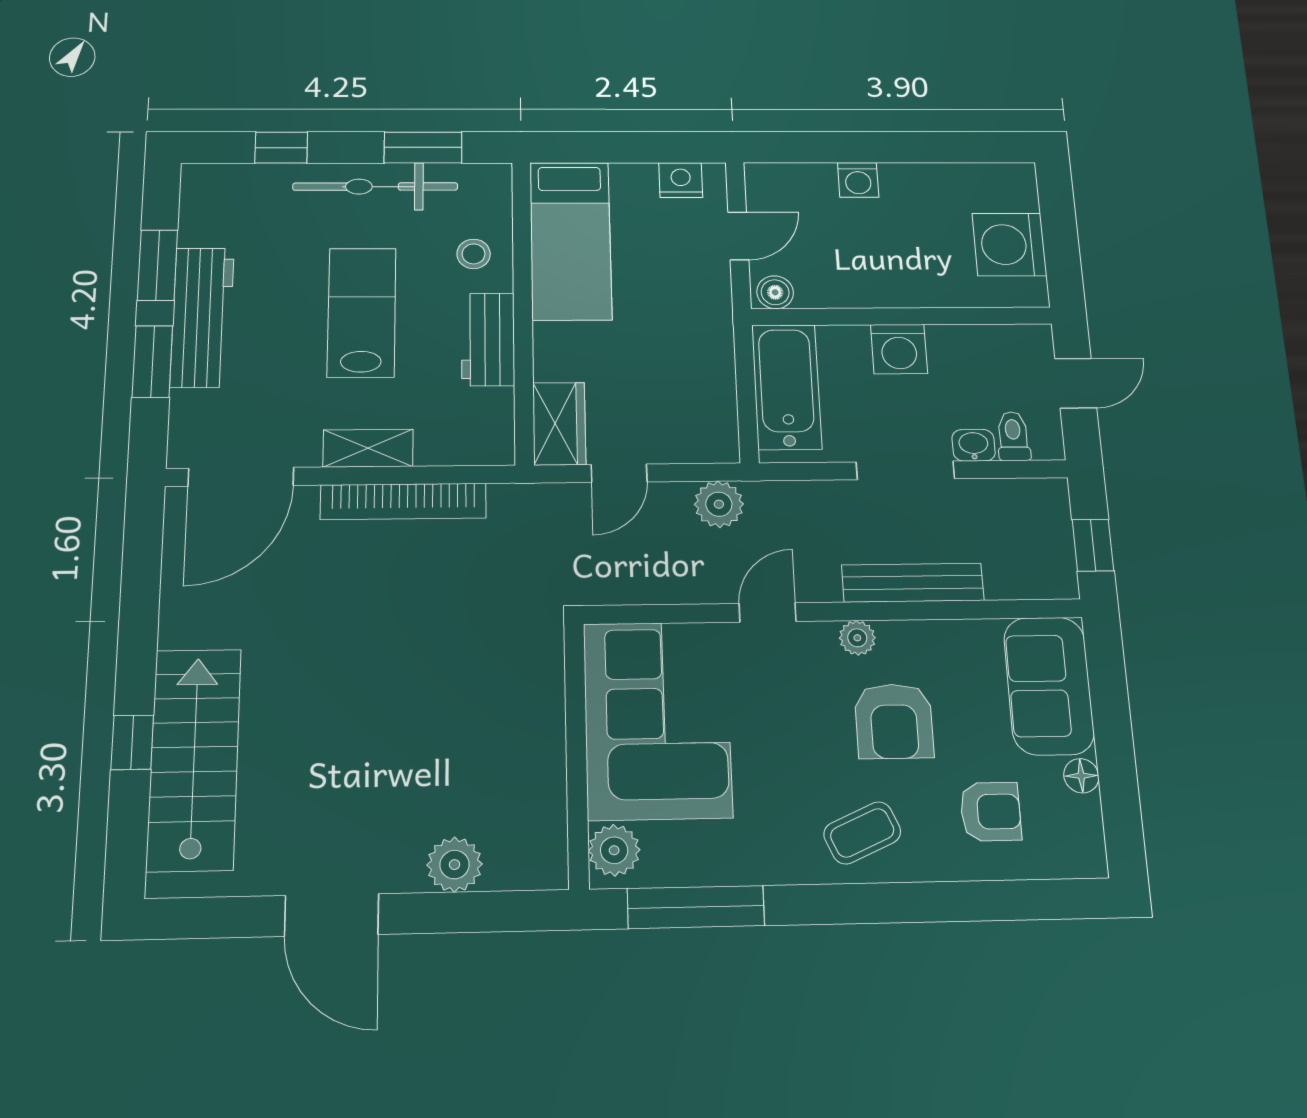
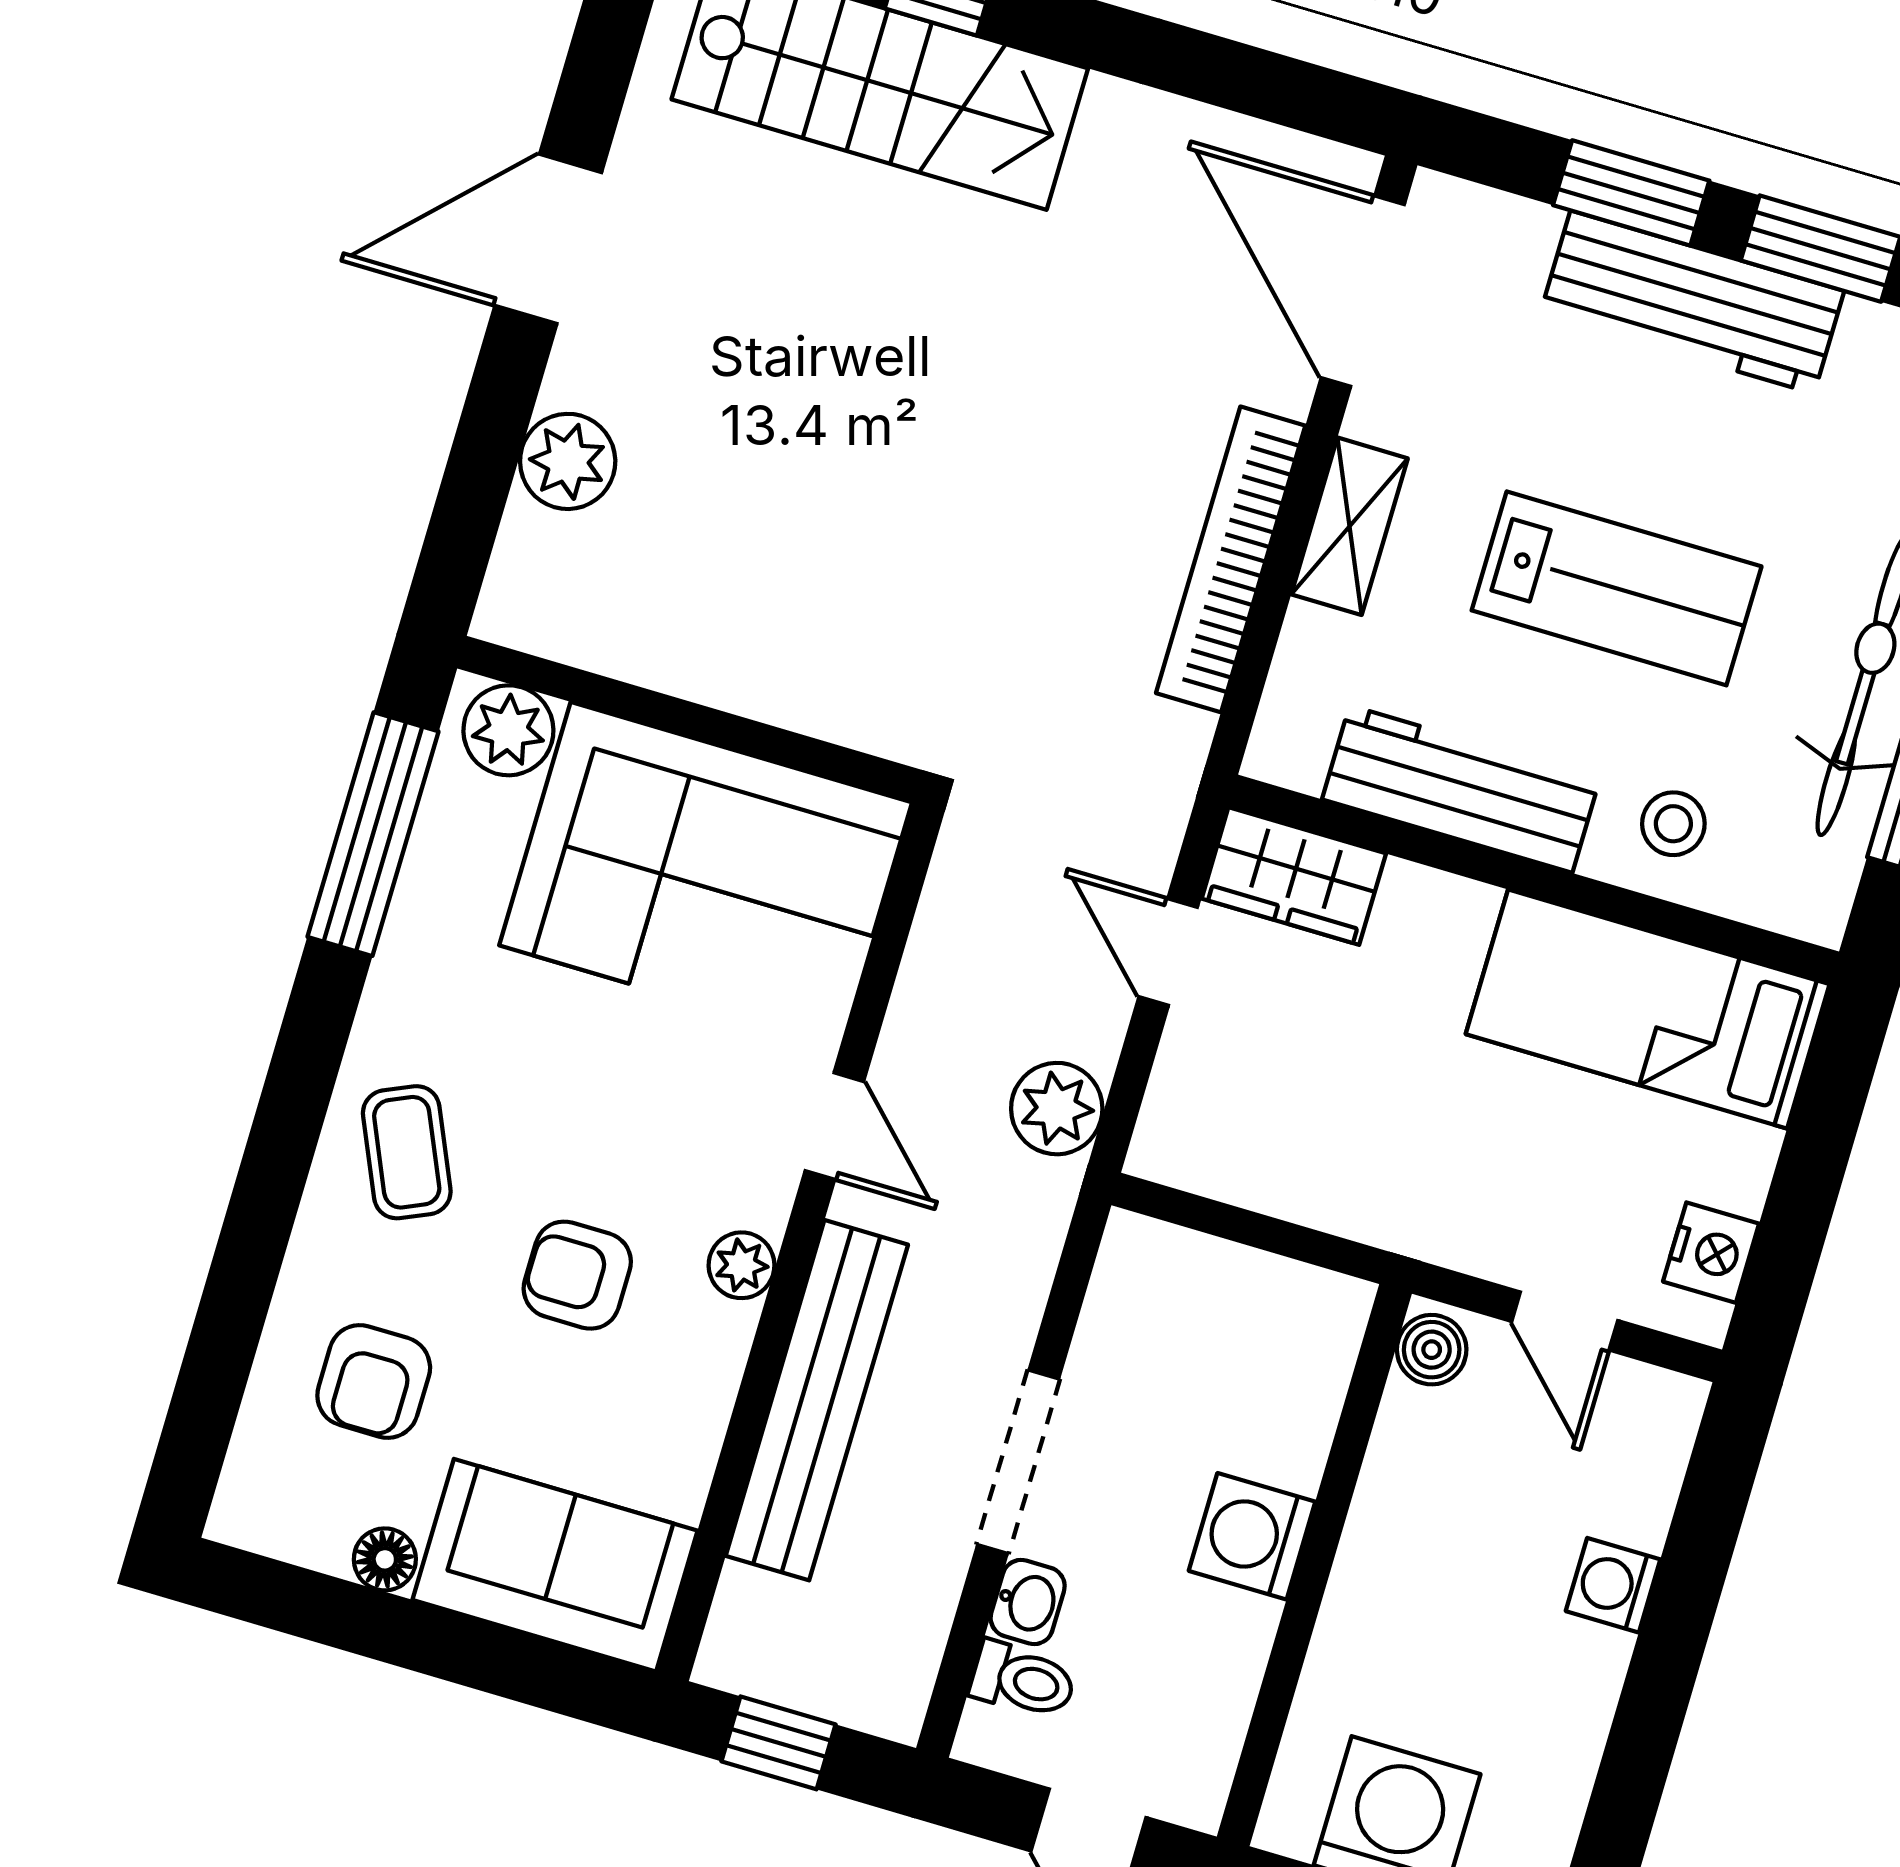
workbench: (488, 339) -> (1461, 789), width x1.38
bathtub: (787, 387) -> (1241, 1306), removed
bench: (913, 583) -> (817, 1400), width x1.37, depth x1.21
armchair: (894, 721) -> (577, 1275), width x0.72, depth x0.72

